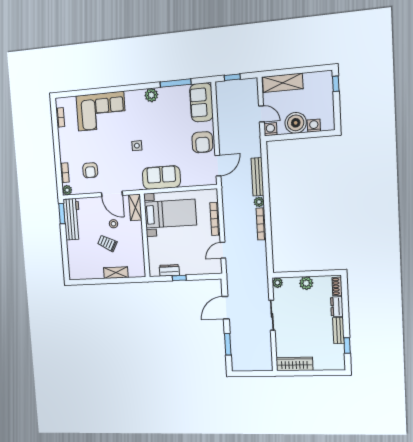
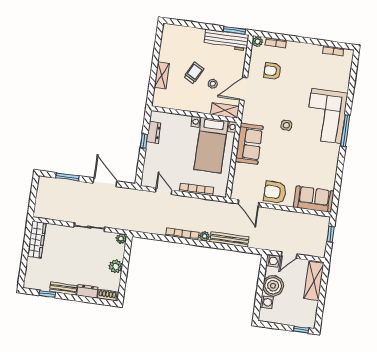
window: (176, 83) -> (345, 131), moved
plant: (151, 95) -> (333, 151), removed
corner sofa: (101, 111) -> (326, 116), moved

